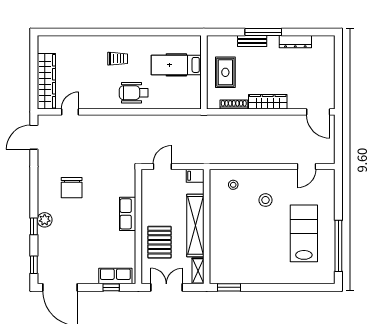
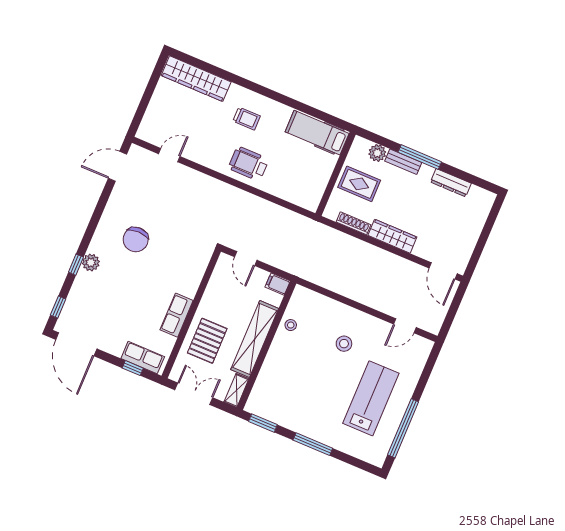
plant: (229, 43) -> (377, 153), added
hospital bed: (176, 65) -> (317, 133), moved
rug: (225, 72) -> (359, 184), turned 90
wardrobe: (46, 81) -> (196, 79), moved, turned 90
door: (162, 167) -> (246, 258), swing flipped
stool: (233, 185) -> (291, 325), moved
row of seats: (128, 214) -> (177, 315), moved
window: (274, 287) -> (313, 444), added

